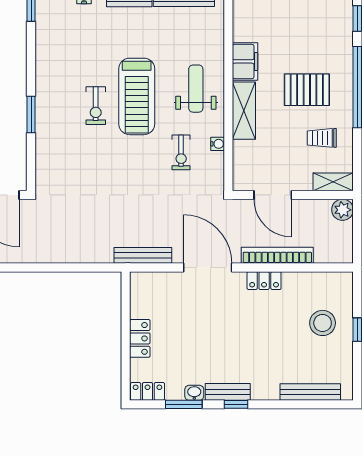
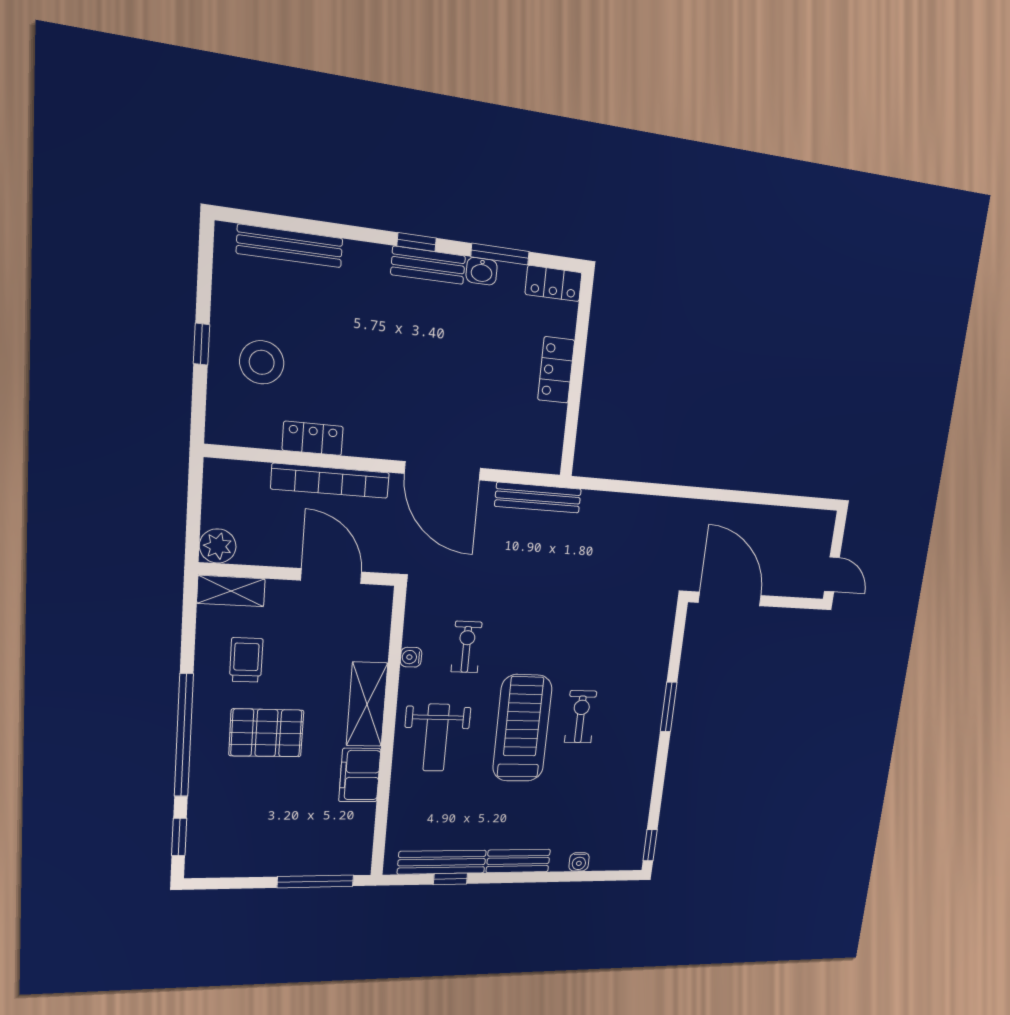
trolley: (322, 138) -> (246, 660), turned -90
locker: (264, 281) -> (313, 438), moved

